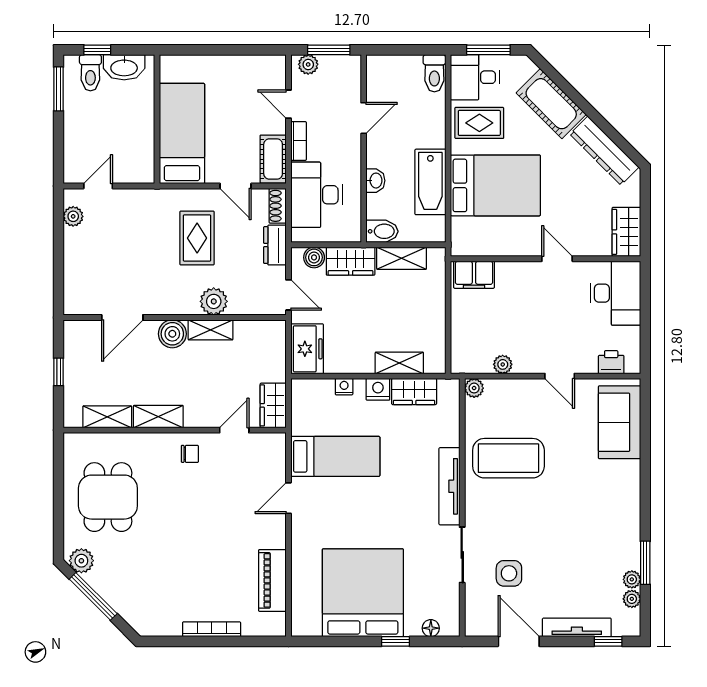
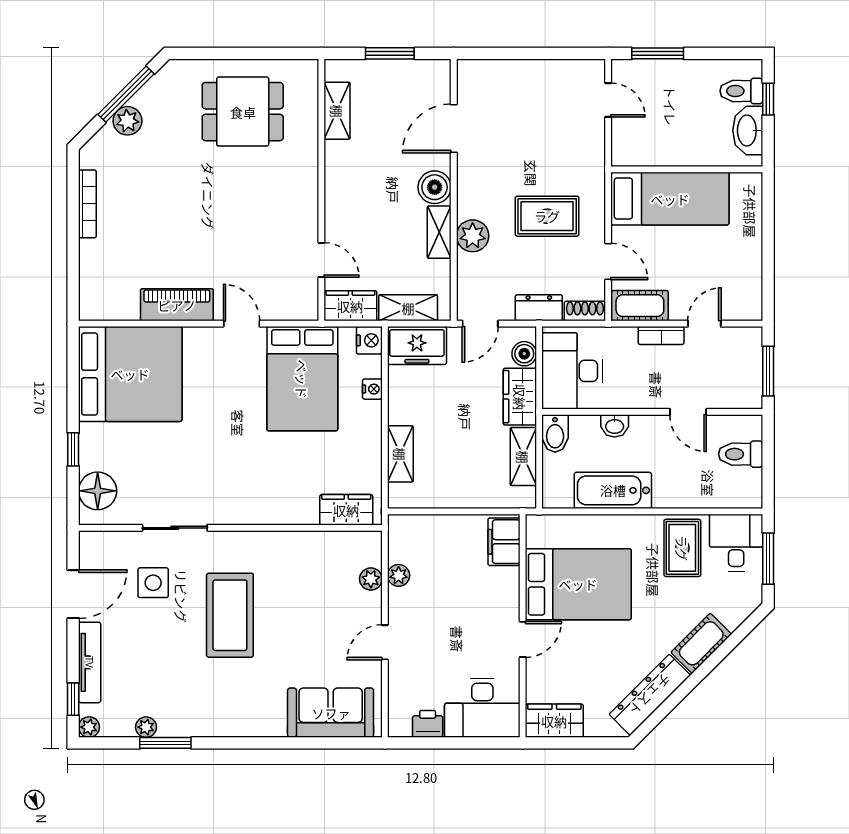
plant: (308, 64) -> (751, 347), removed
toilet: (434, 73) -> (741, 454), moved
window: (58, 89) -> (658, 53), moved
cot: (551, 104) -> (701, 643), width x0.73, depth x0.75
bed: (495, 185) -> (578, 584), moved, turned -90
door: (236, 186) -> (608, 262), swing flipped
desk: (316, 195) -> (572, 371), moved, turned -90
plant: (73, 216) -> (573, 71), removed
door: (122, 317) -> (454, 128), hinge flipped
printer: (611, 362) -> (428, 724), moved, turned -90
window: (58, 372) -> (390, 53), width x1.50
plant: (474, 388) -> (371, 579), moved
nightstand: (378, 389) -> (369, 340), moved
wardrobe: (414, 392) -> (346, 510), moved, turned 90
shelving: (158, 417) -> (408, 308), moved, turned 90
chair: (190, 454) -> (293, 208), removed
bed: (335, 456) -> (302, 379), width x1.50
coffee table: (508, 458) -> (230, 615), moved
tv unit: (449, 486) -> (255, 513), removed
plant: (81, 561) -> (127, 121), moved
piano: (272, 580) -> (177, 305), moved
bed: (363, 593) -> (130, 374), moved
plant: (632, 599) -> (89, 727), moved
floor lamp: (431, 628) -> (98, 491), width x1.89, depth x1.89
bookcase: (212, 629) -> (87, 204), moved

